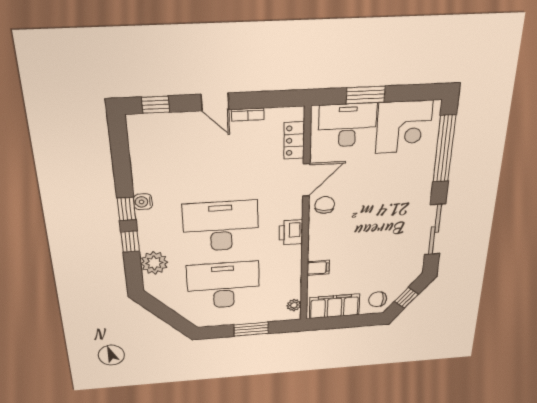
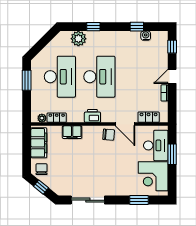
window: (444, 149) -> (139, 200), width x0.47
water cooler: (143, 202) -> (146, 36), moved
window: (126, 209) -> (137, 27), moved
filing cabinet: (318, 268) -> (72, 132), width x2.00
locker: (293, 285) -> (57, 118), added
window: (251, 329) -> (27, 80), moved

